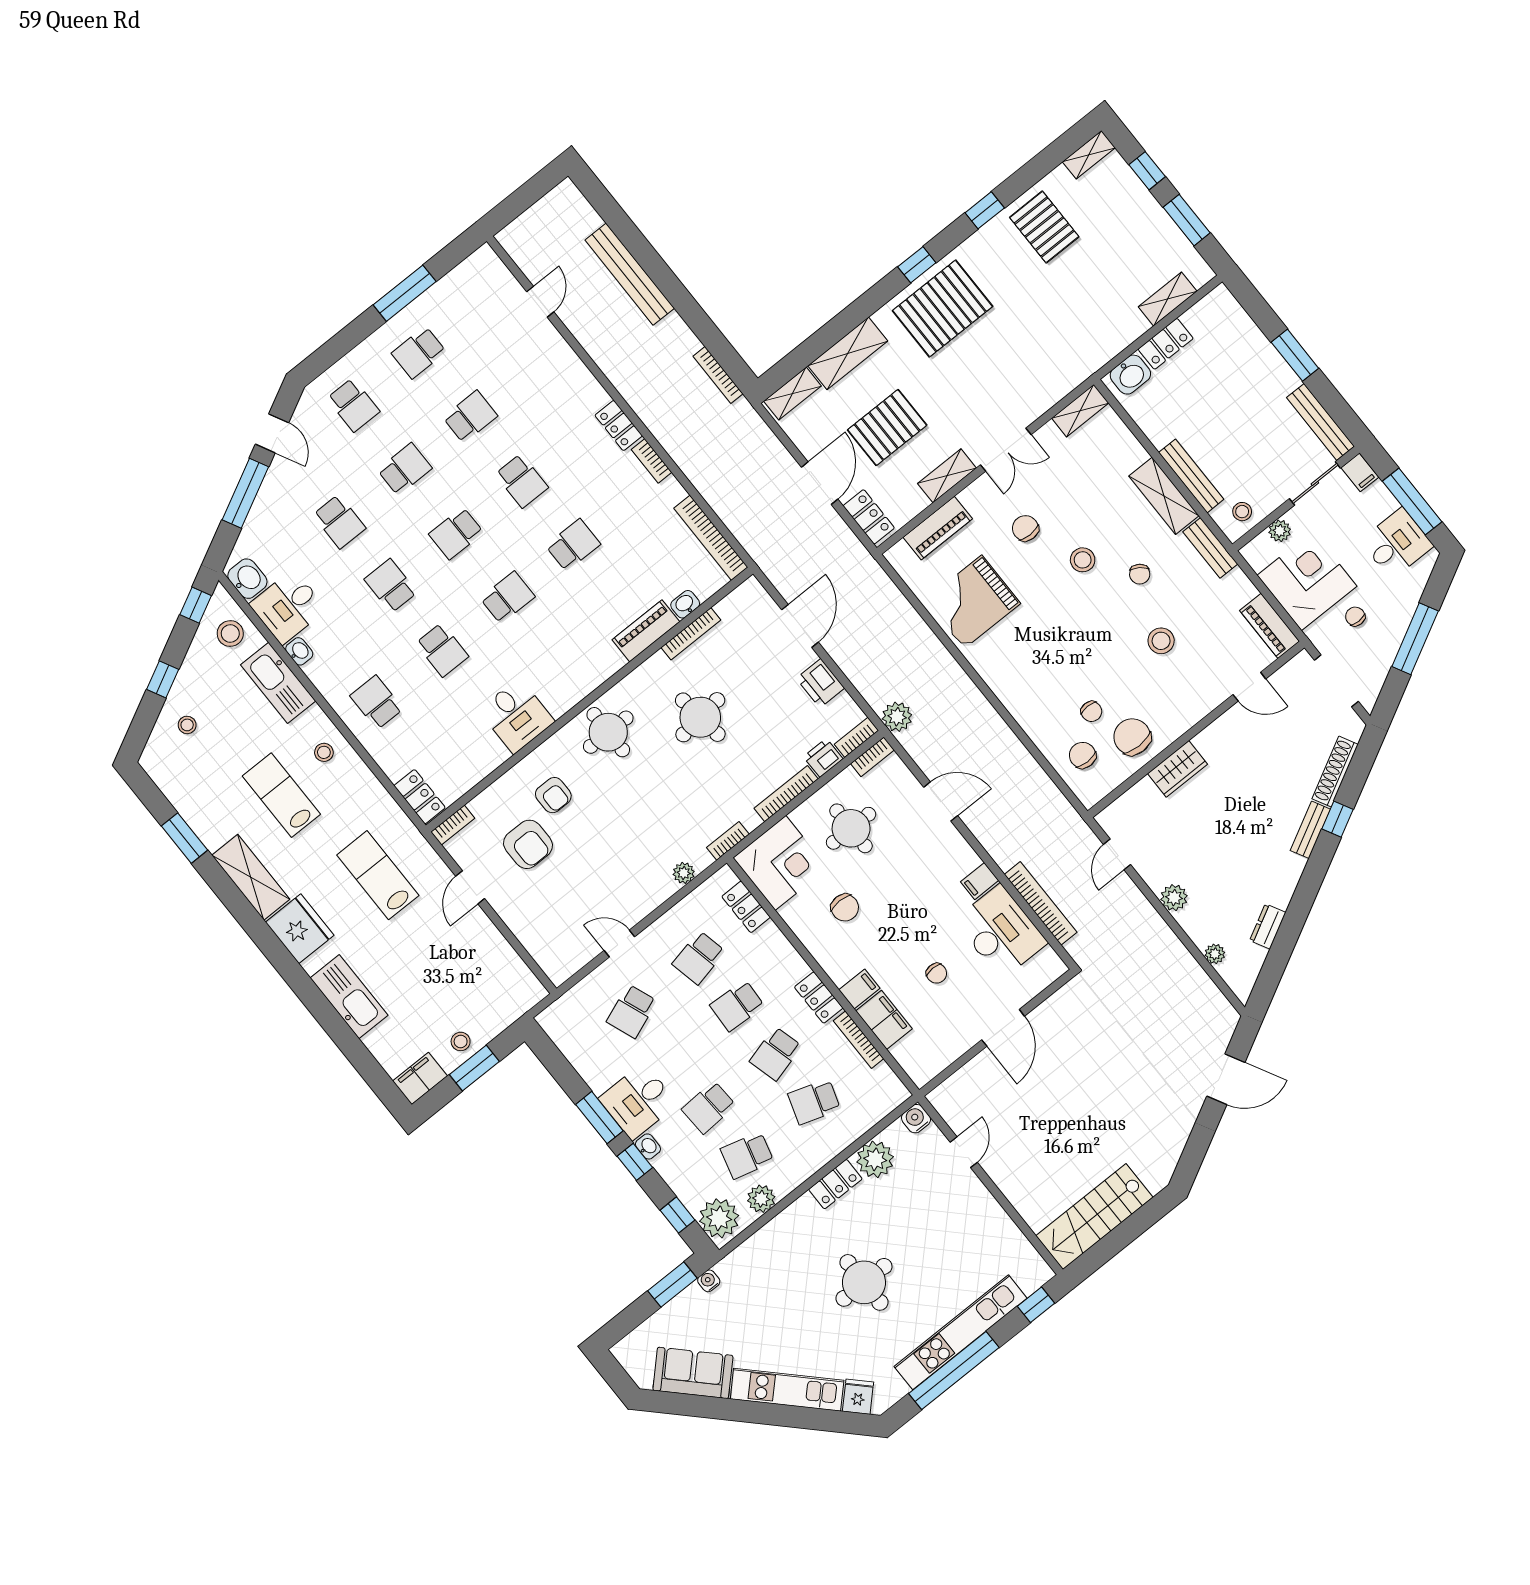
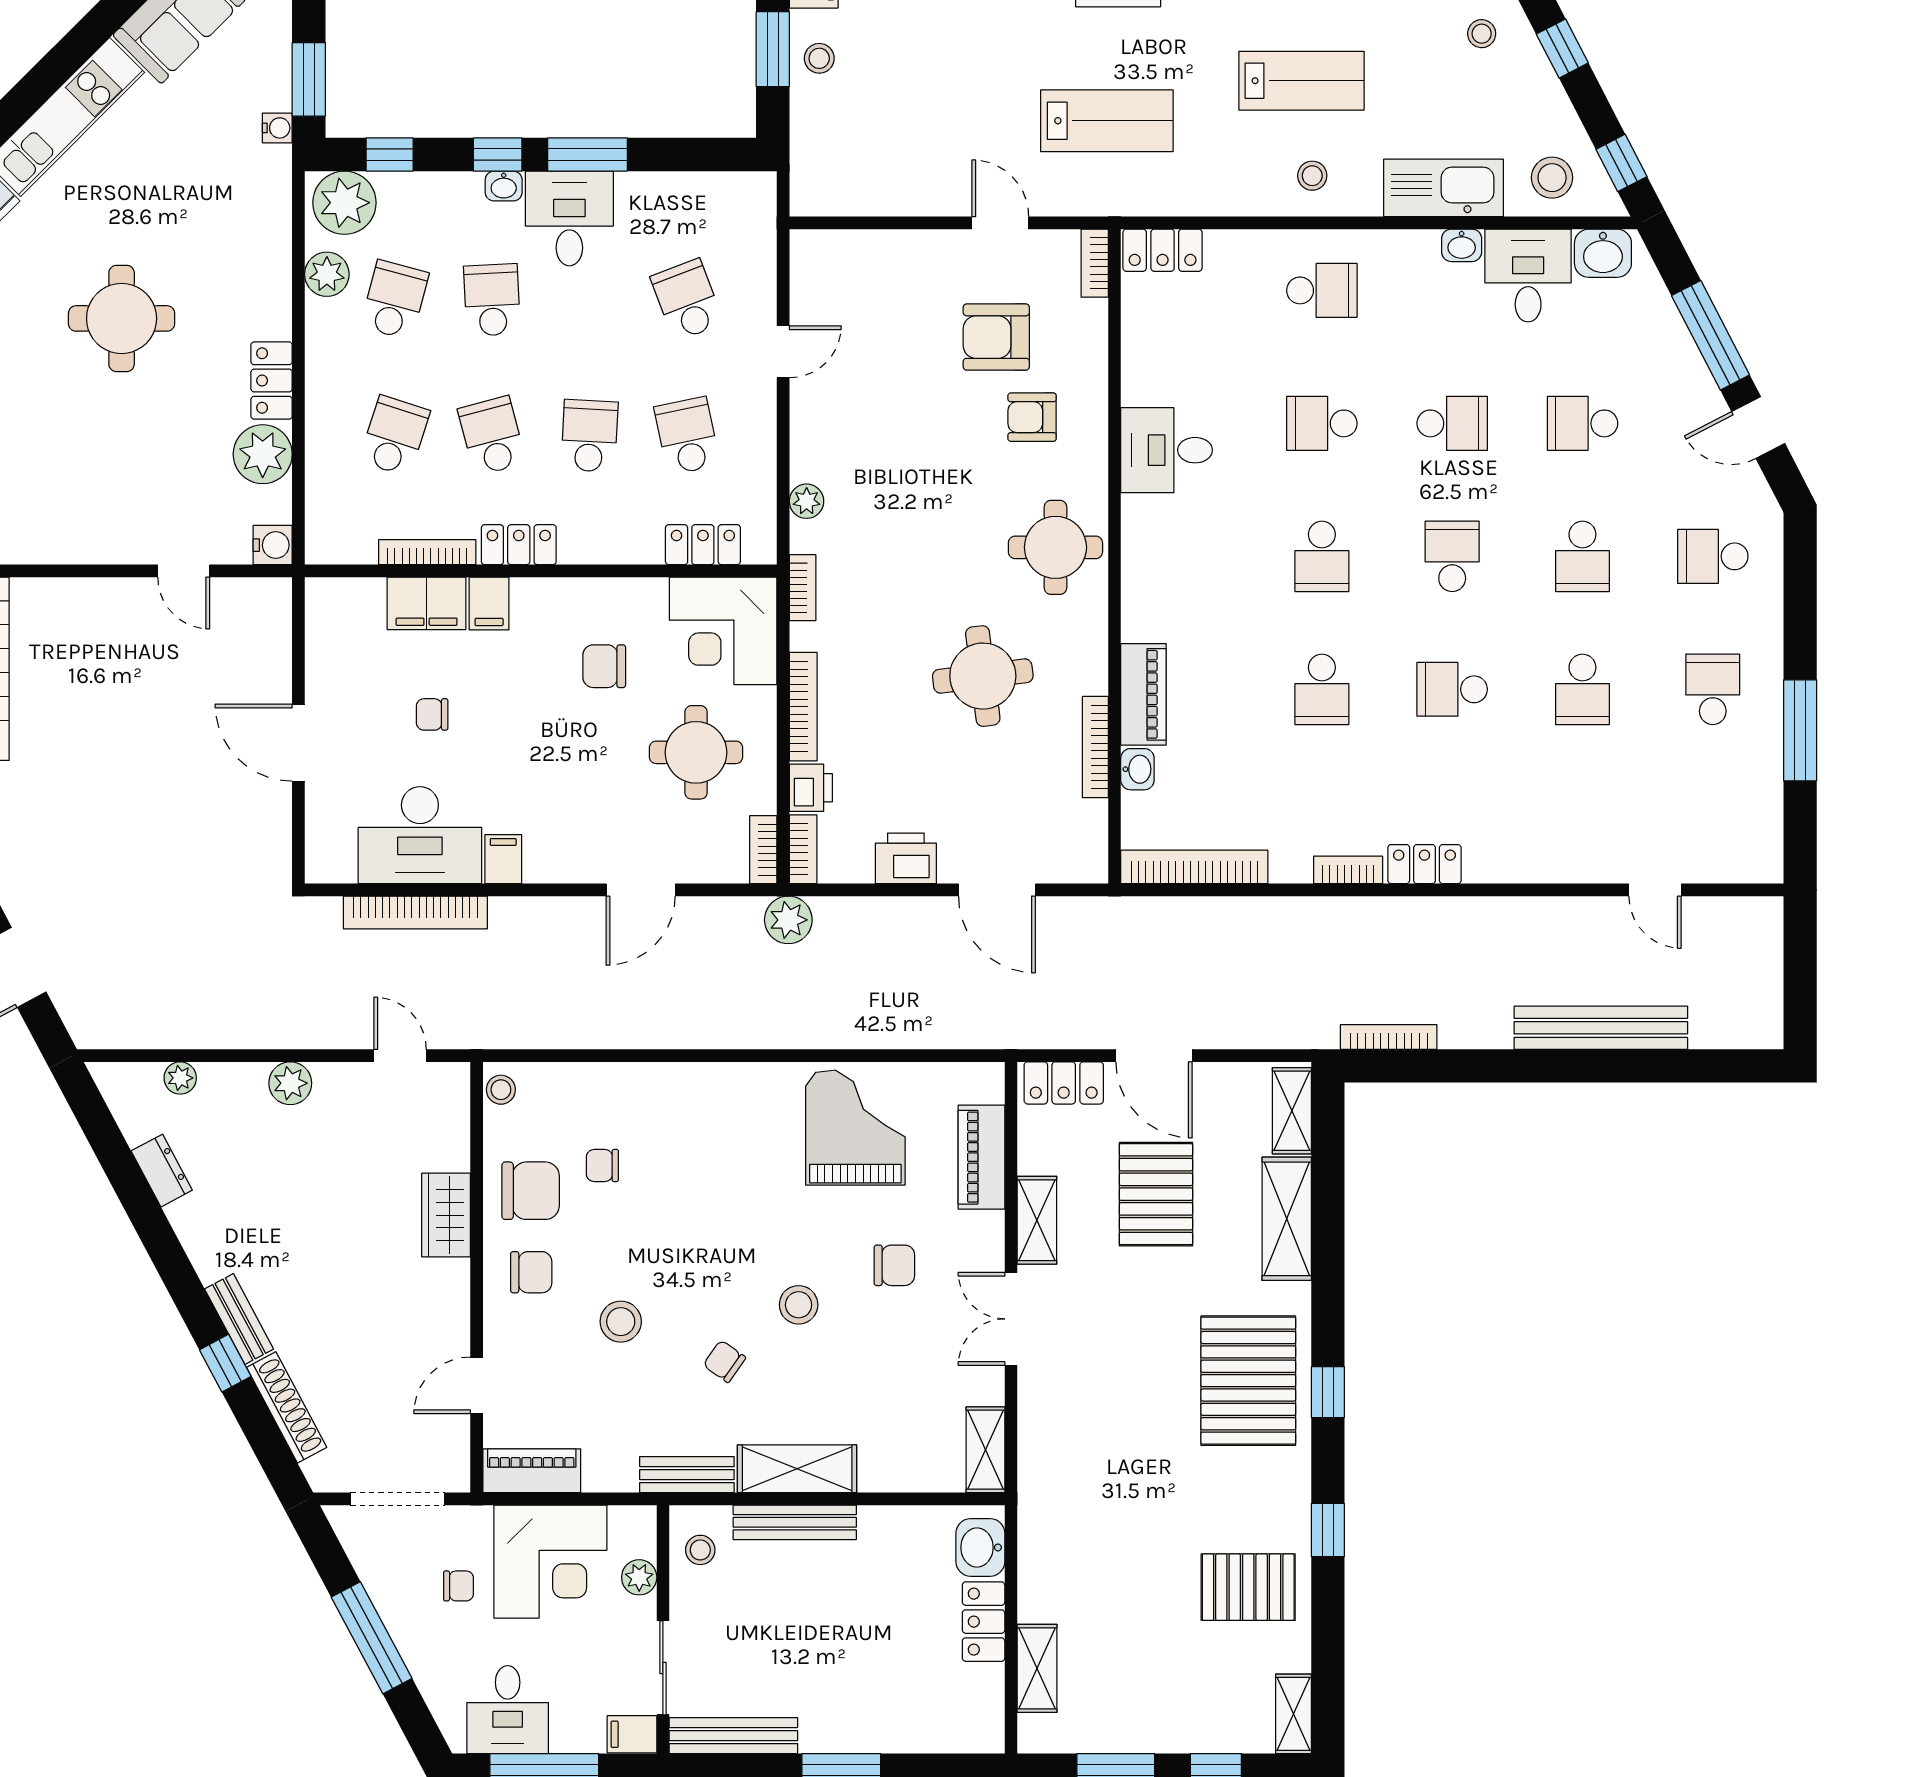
chair: (1083, 755) -> (531, 1272), moved
stool: (1094, 791) -> (501, 1090), added

